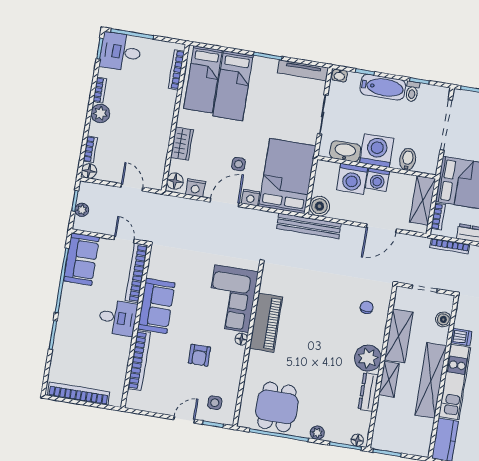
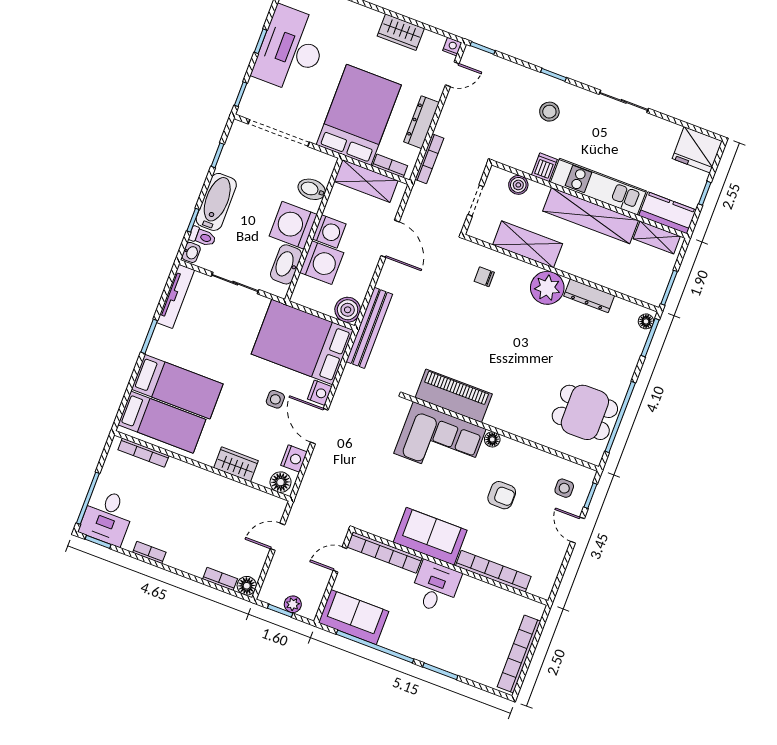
toilet: (412, 91) -> (202, 237), moved
plant: (100, 113) -> (178, 558), removed
piano: (266, 323) -> (454, 396), moved
shelving: (389, 379) -> (657, 237), moved
plant: (317, 433) -> (627, 369), removed

